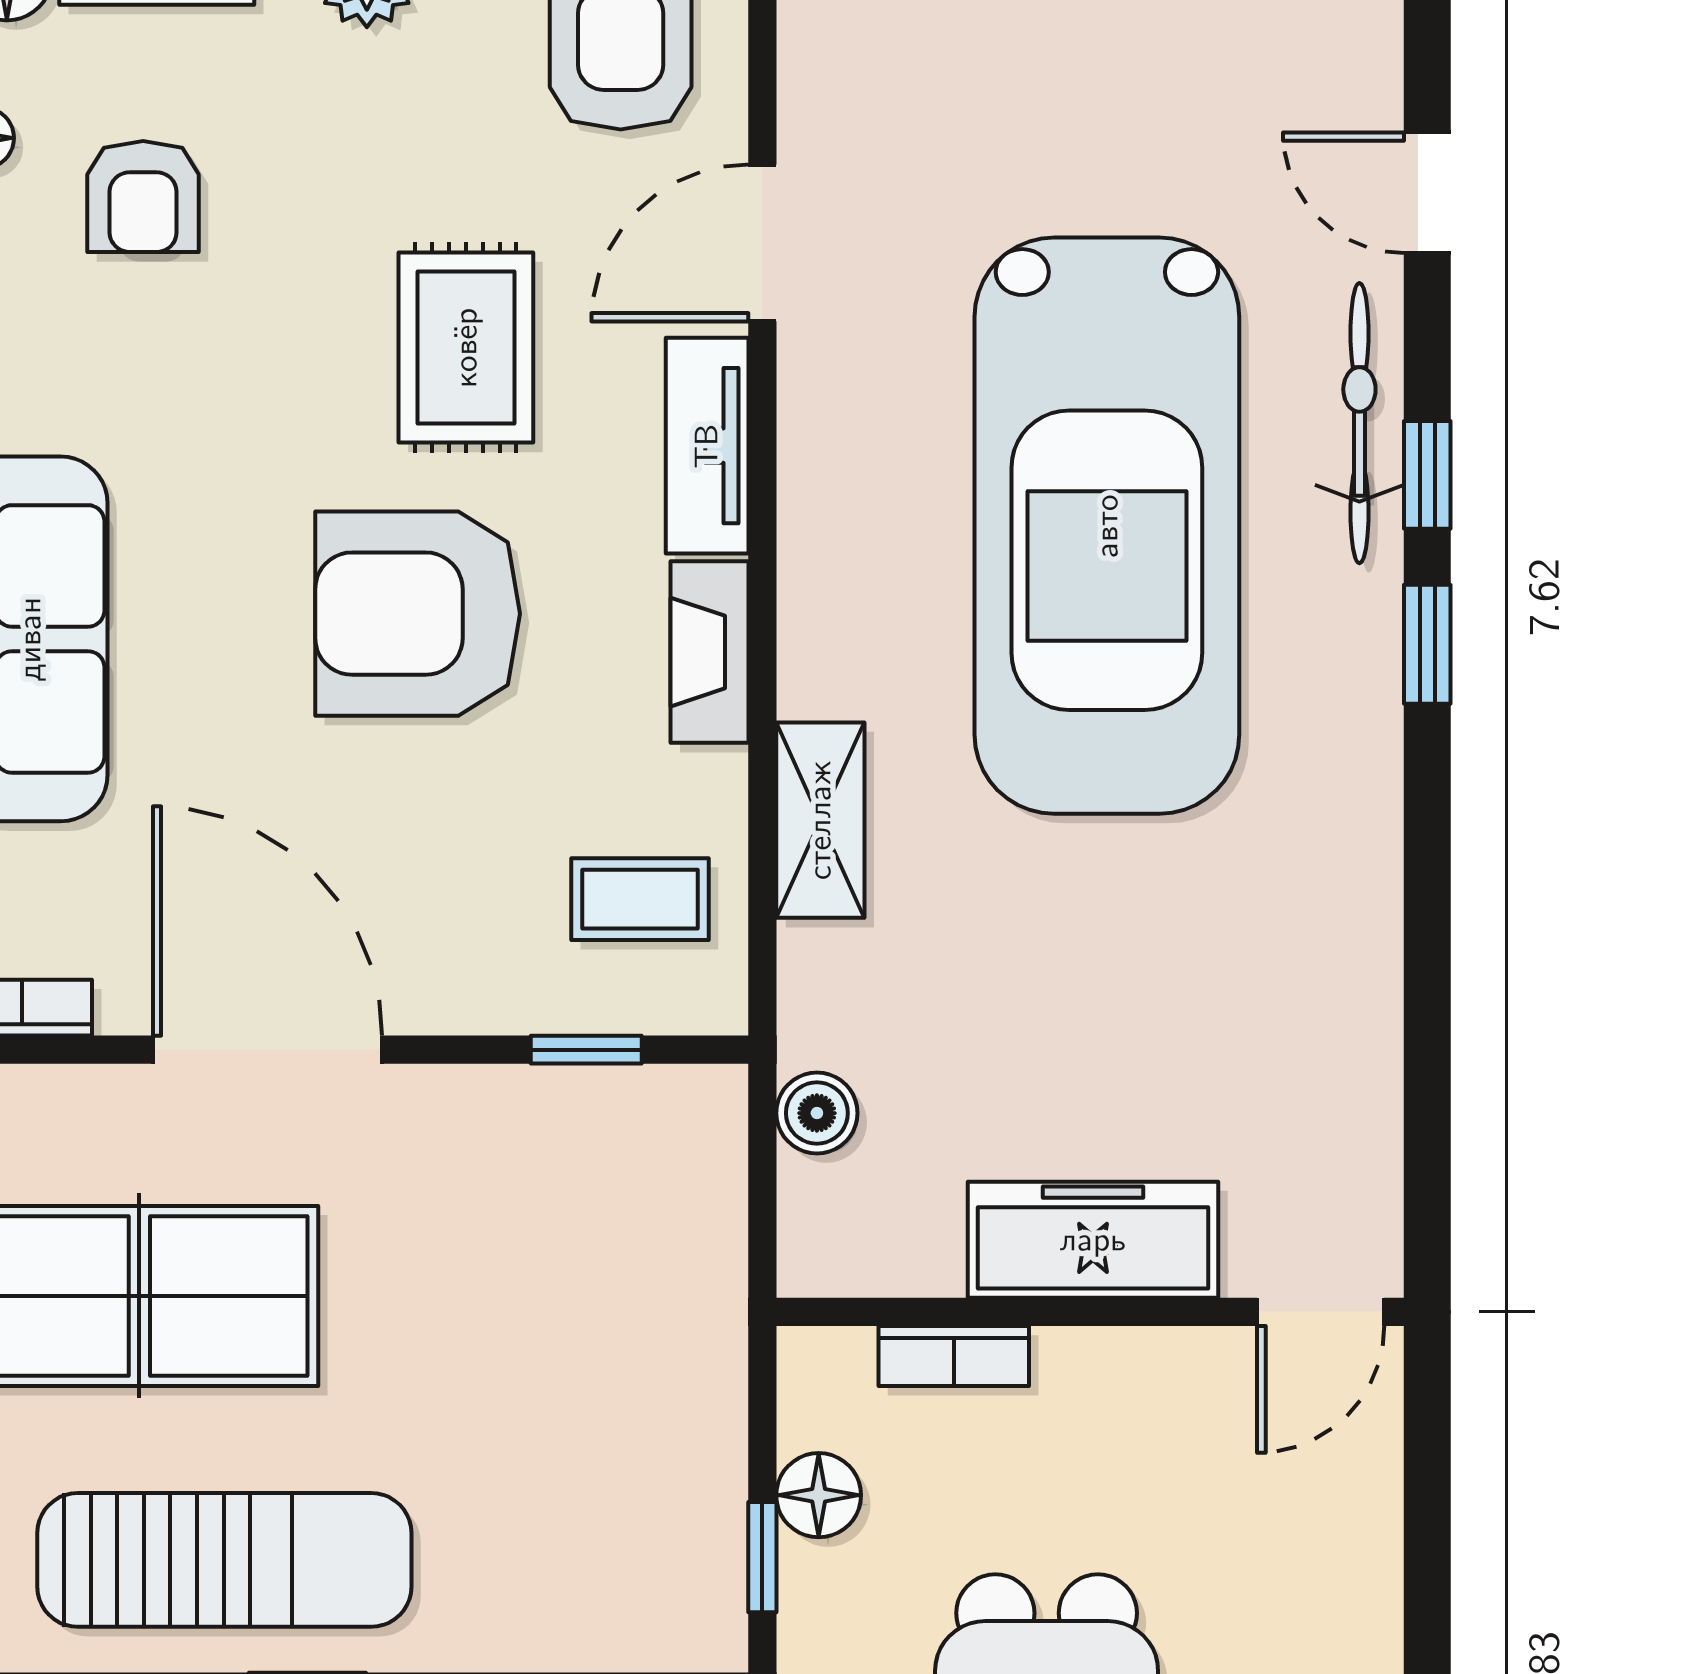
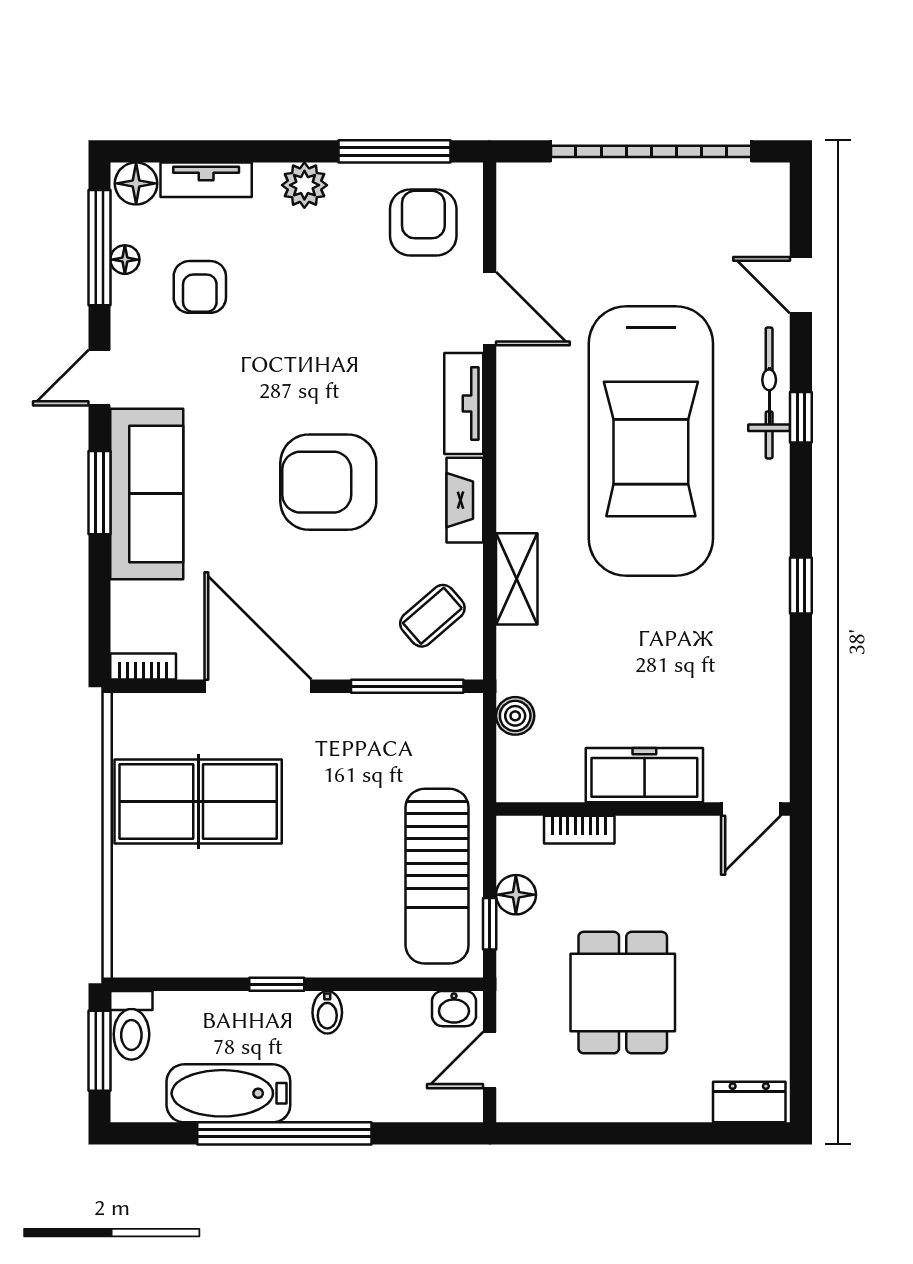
door: (762, 243) -> (490, 309), swing flipped
rug: (466, 348) -> (351, 358), removed
window: (1427, 644) -> (801, 585), moved
coffee table: (640, 899) -> (432, 616), turned -41
window: (586, 1050) -> (407, 686), width x2.17
sun lounger: (224, 1560) -> (437, 876), moved, turned 90

